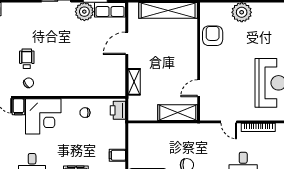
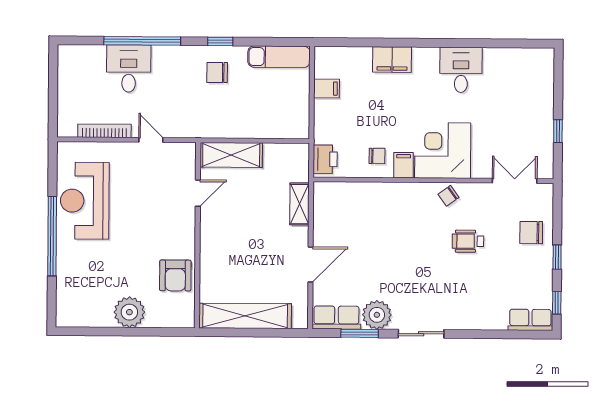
wheelchair: (27, 59) -> (468, 241), turned 90
chair: (29, 83) -> (449, 196), moved
filing cabinet: (18, 107) -> (403, 165), moved

